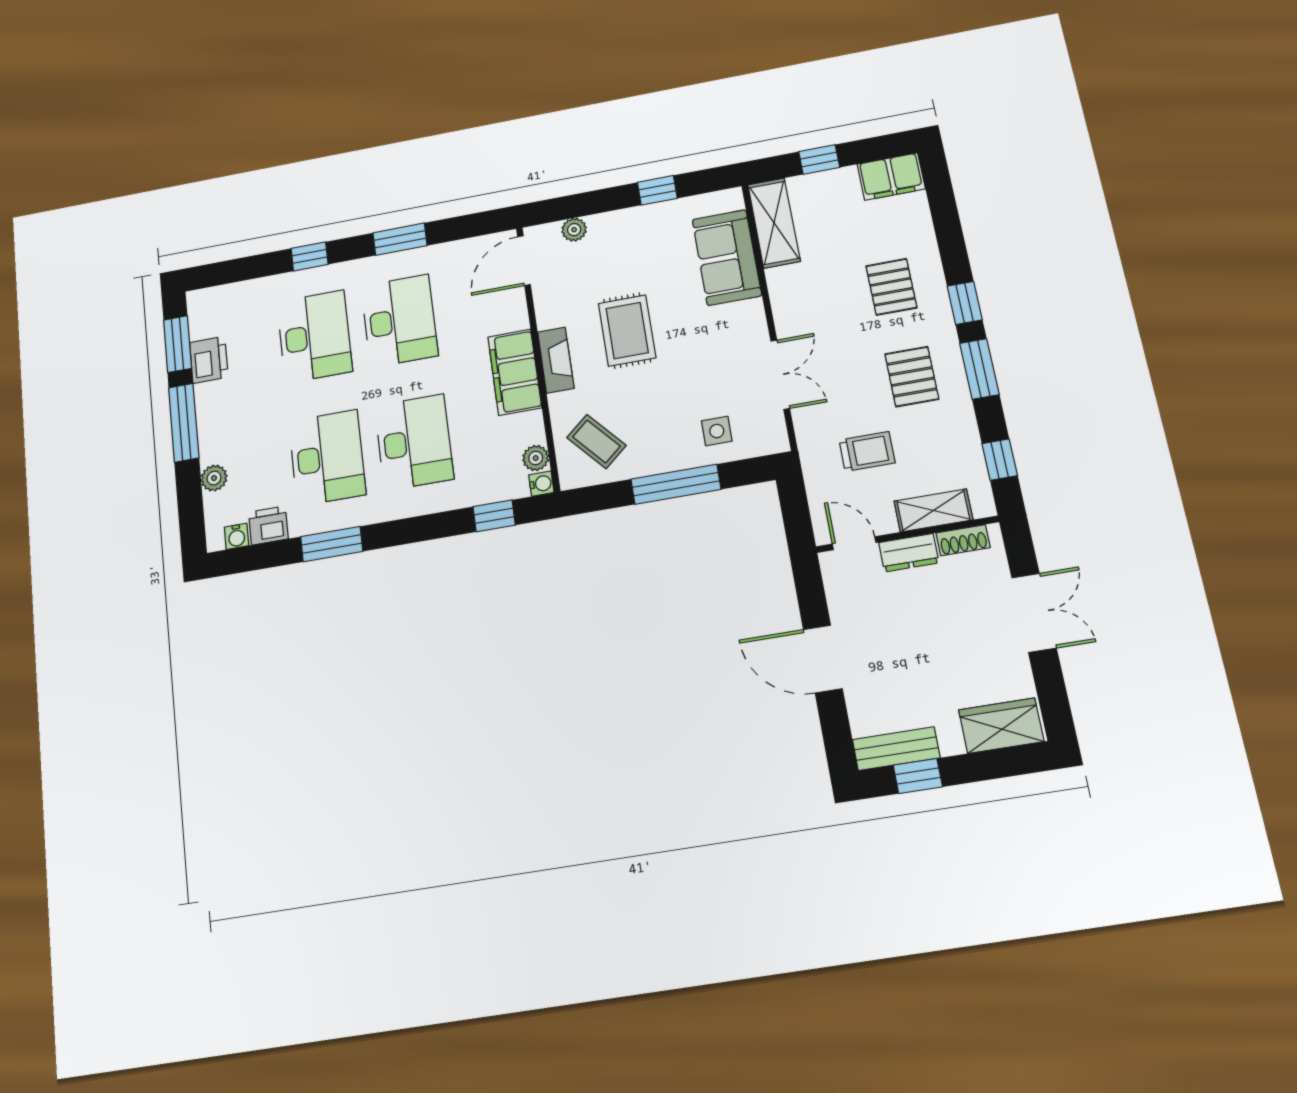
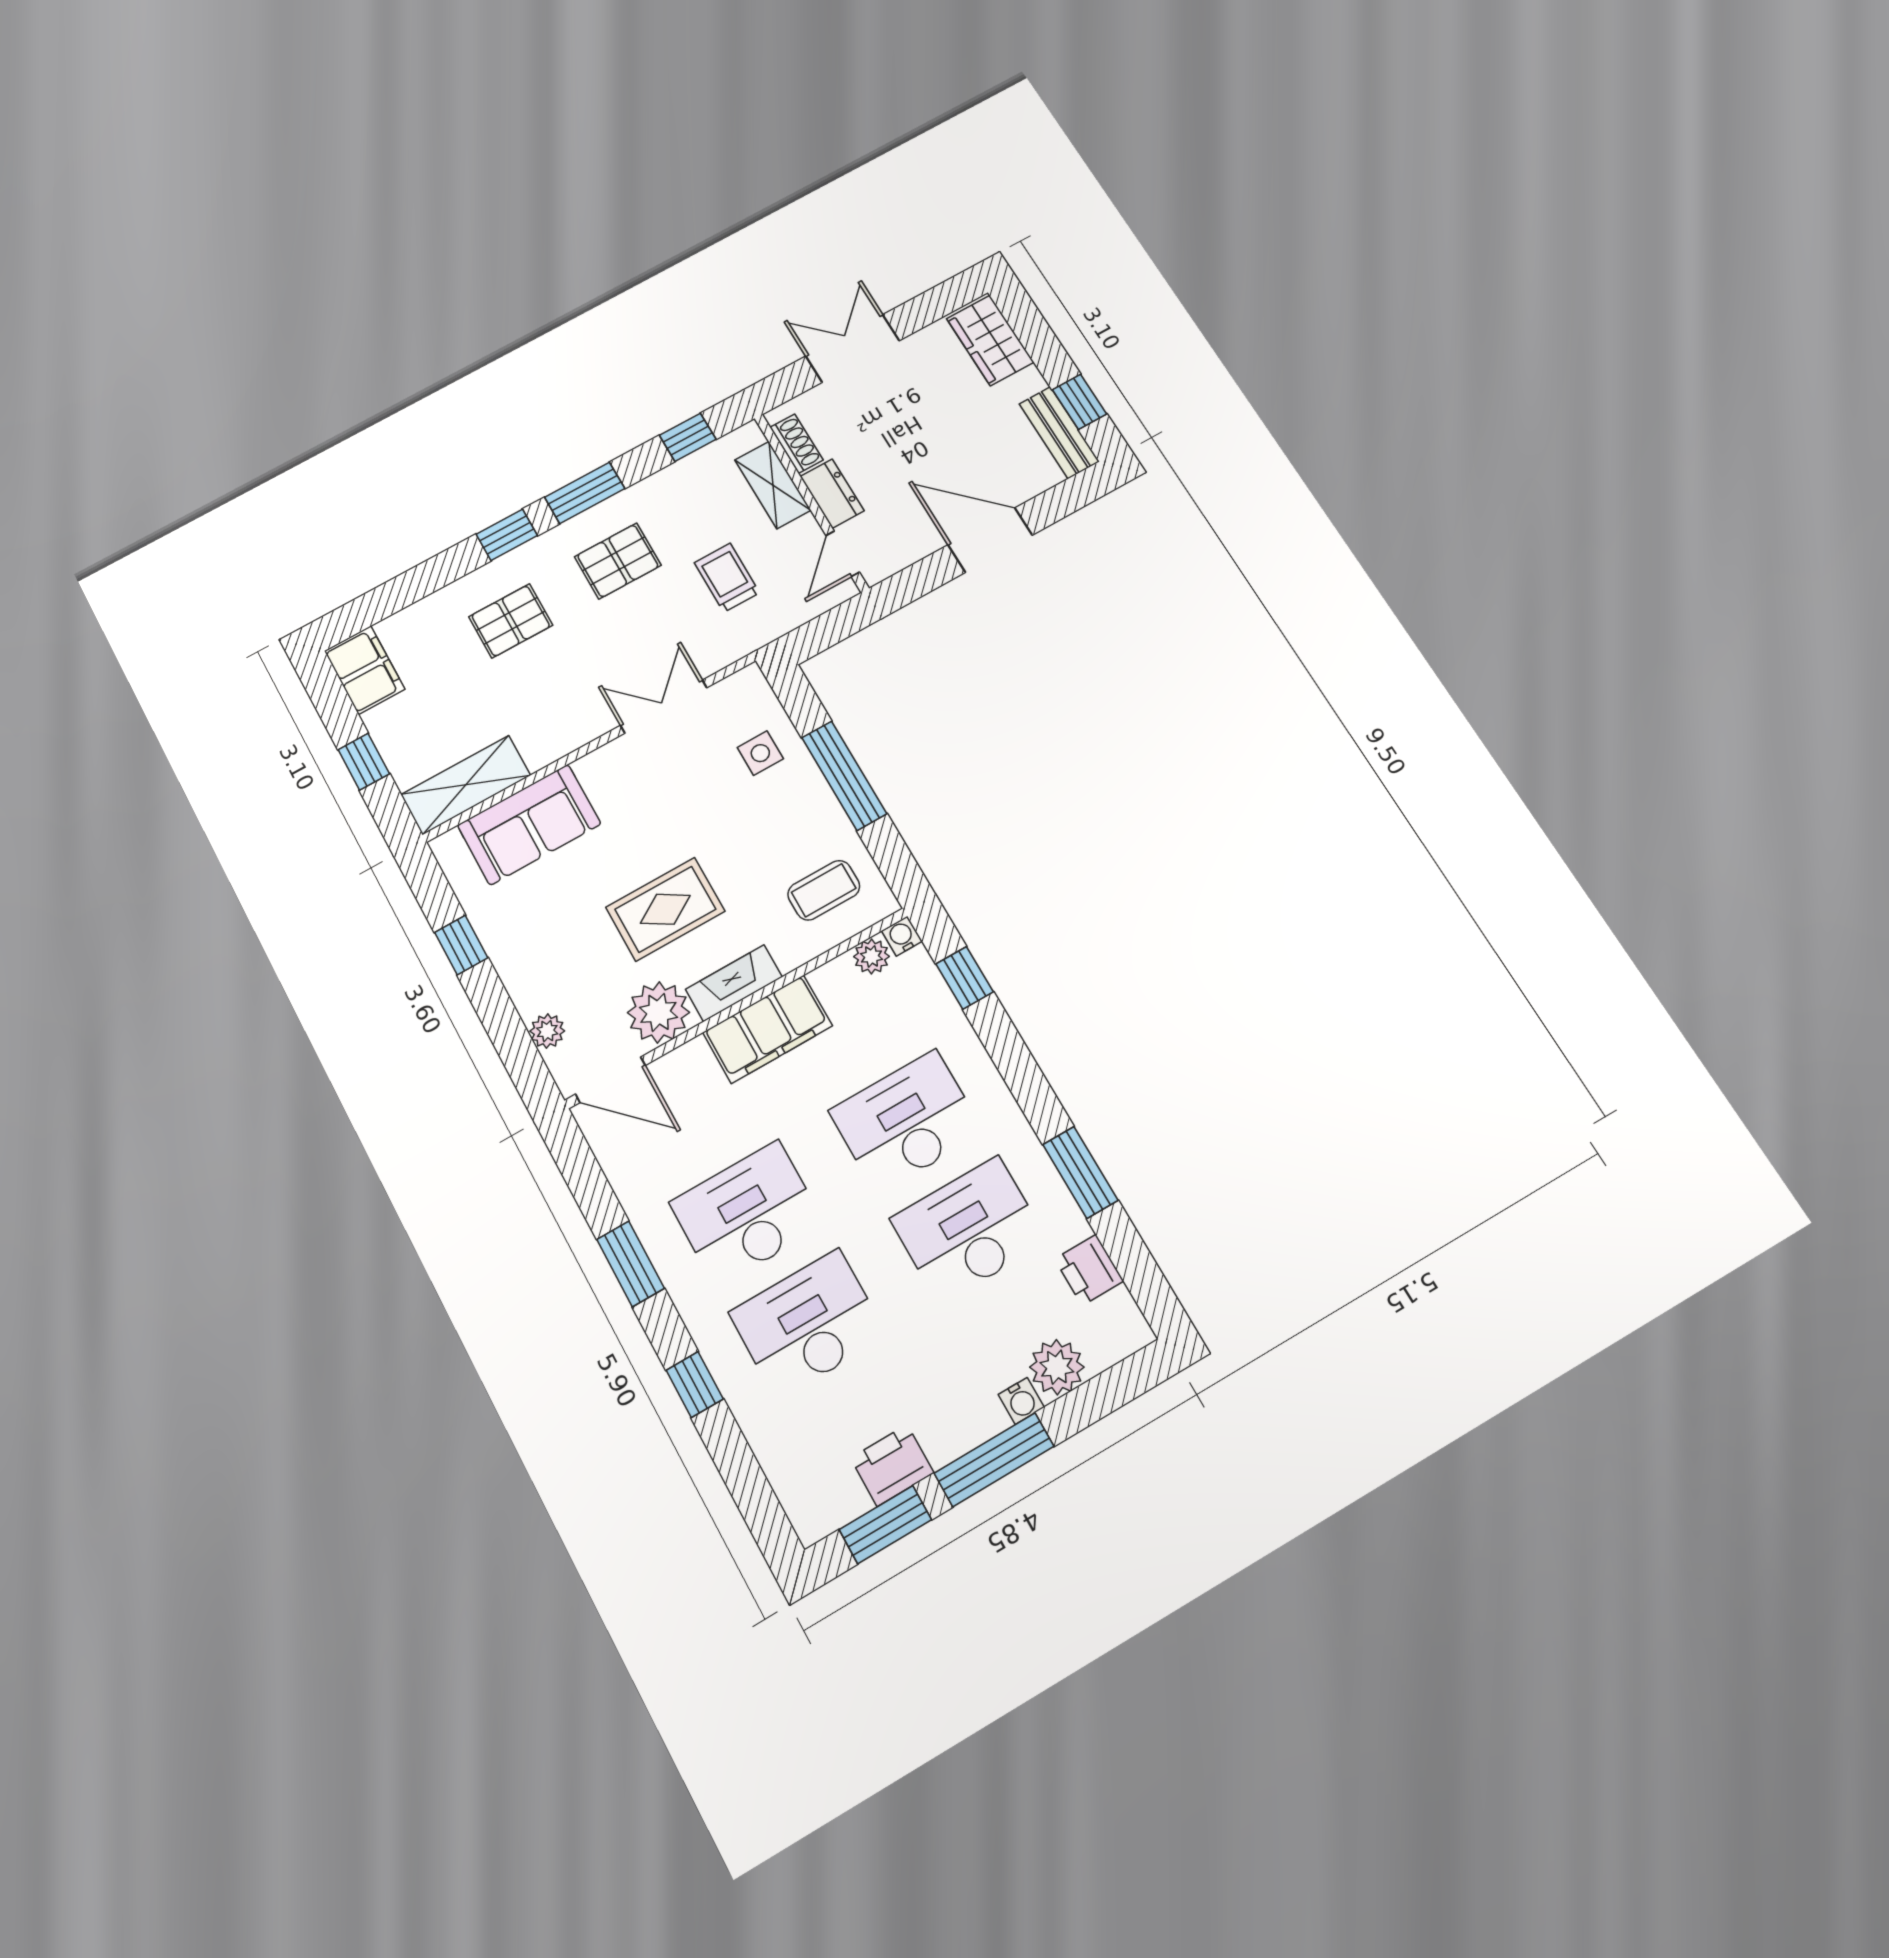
plant: (556, 305) -> (658, 1012), added
coffee table: (596, 442) -> (824, 890), turned 41
plant: (214, 478) -> (1057, 1367), width x1.38, depth x1.38
water cooler: (237, 536) -> (1021, 1401), moved, turned 90
door: (823, 659) -> (990, 540), swing flipped

